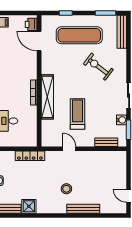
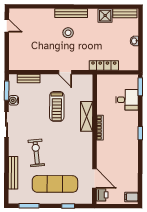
bench: (122, 32) -> (13, 173), moved
exercise bike: (98, 67) -> (36, 153), turned -133
shelving: (47, 97) -> (87, 116), width x0.68
bench: (83, 209) -> (71, 13), moved

